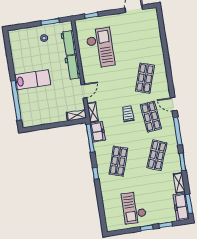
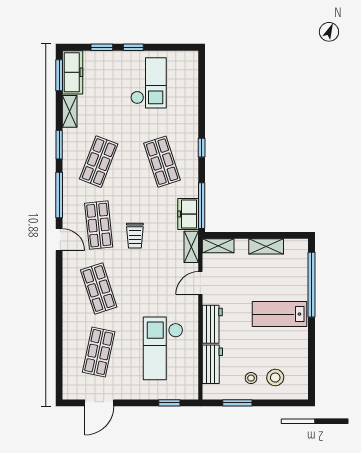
shop shelf: (139, 40) -> (99, 352), added
stool: (29, 41) -> (275, 378), added
shop shelf: (145, 78) -> (99, 289), turned -36
shelving: (47, 119) -> (266, 246), added
shop shelf: (118, 161) -> (162, 162), turned -36

